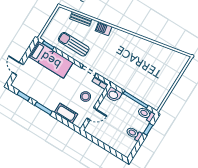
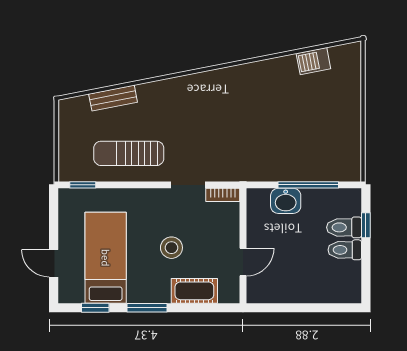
barbecue: (104, 29) -> (313, 61), moved
bed: (51, 60) -> (106, 258), moved, turned -90
washbasin: (114, 95) -> (286, 201), moved
stool: (86, 97) -> (171, 248), moved
toilet: (146, 114) -> (344, 227), moved

